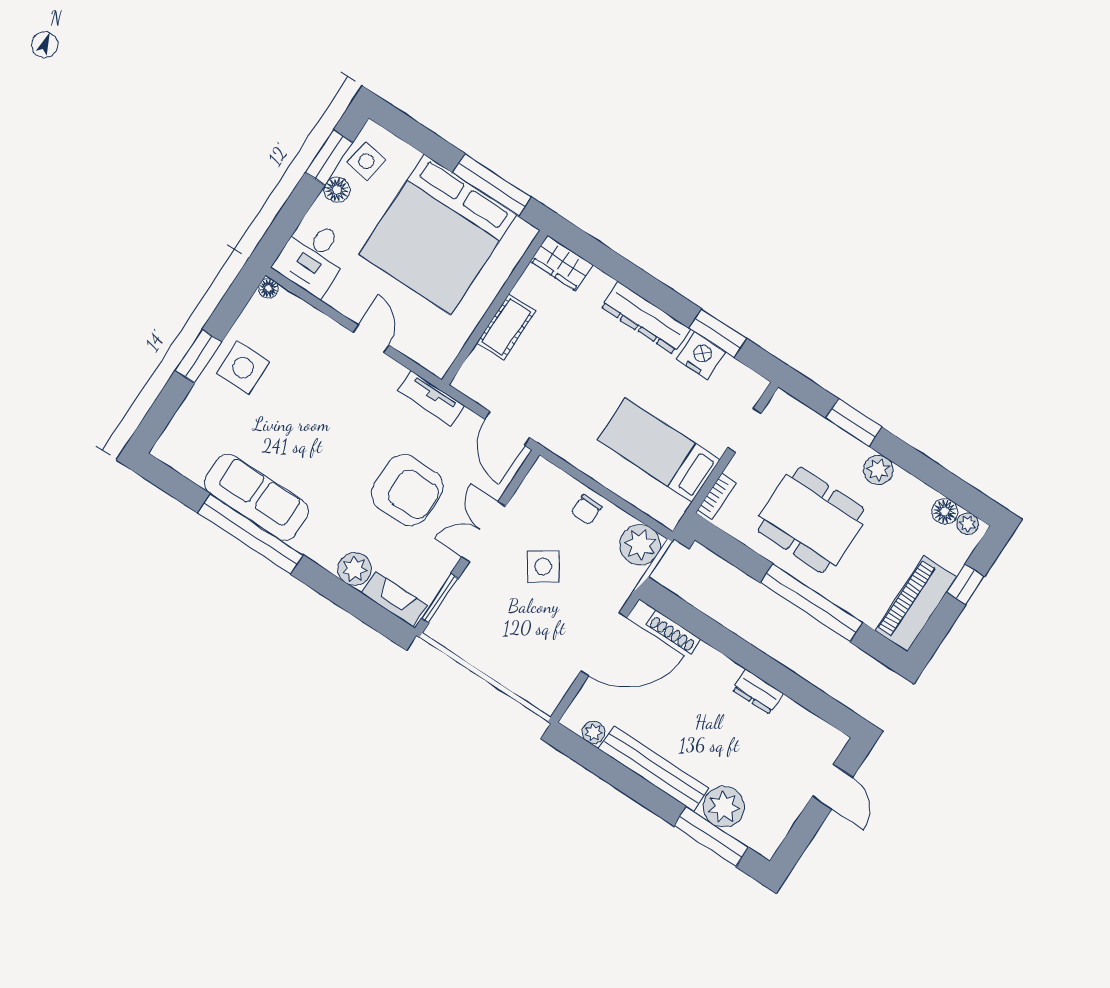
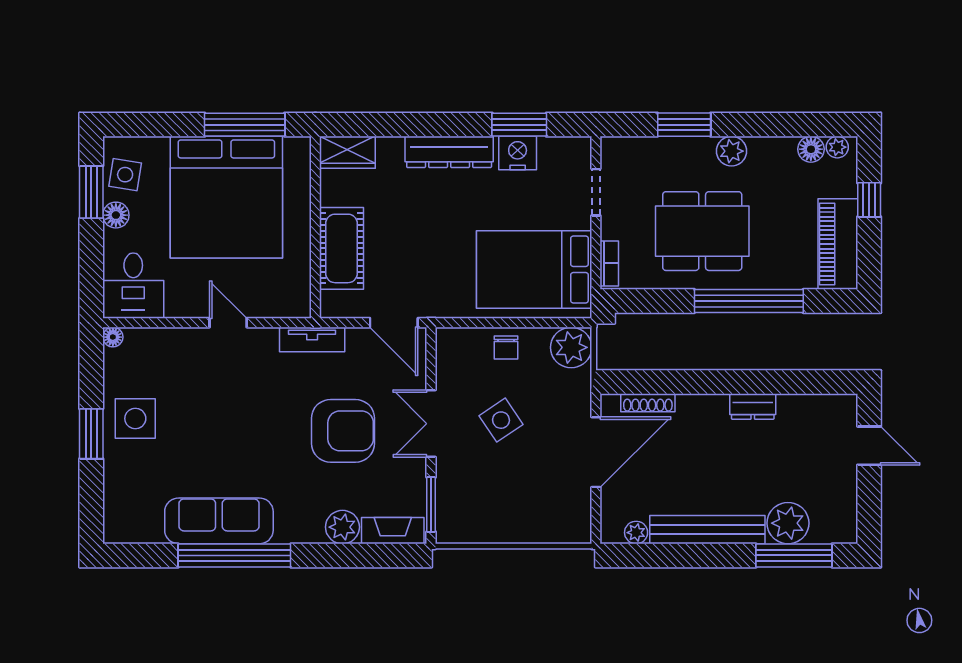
cot: (506, 327) -> (342, 248), width x1.37, depth x1.34
bed: (659, 450) -> (534, 269), width x1.50

